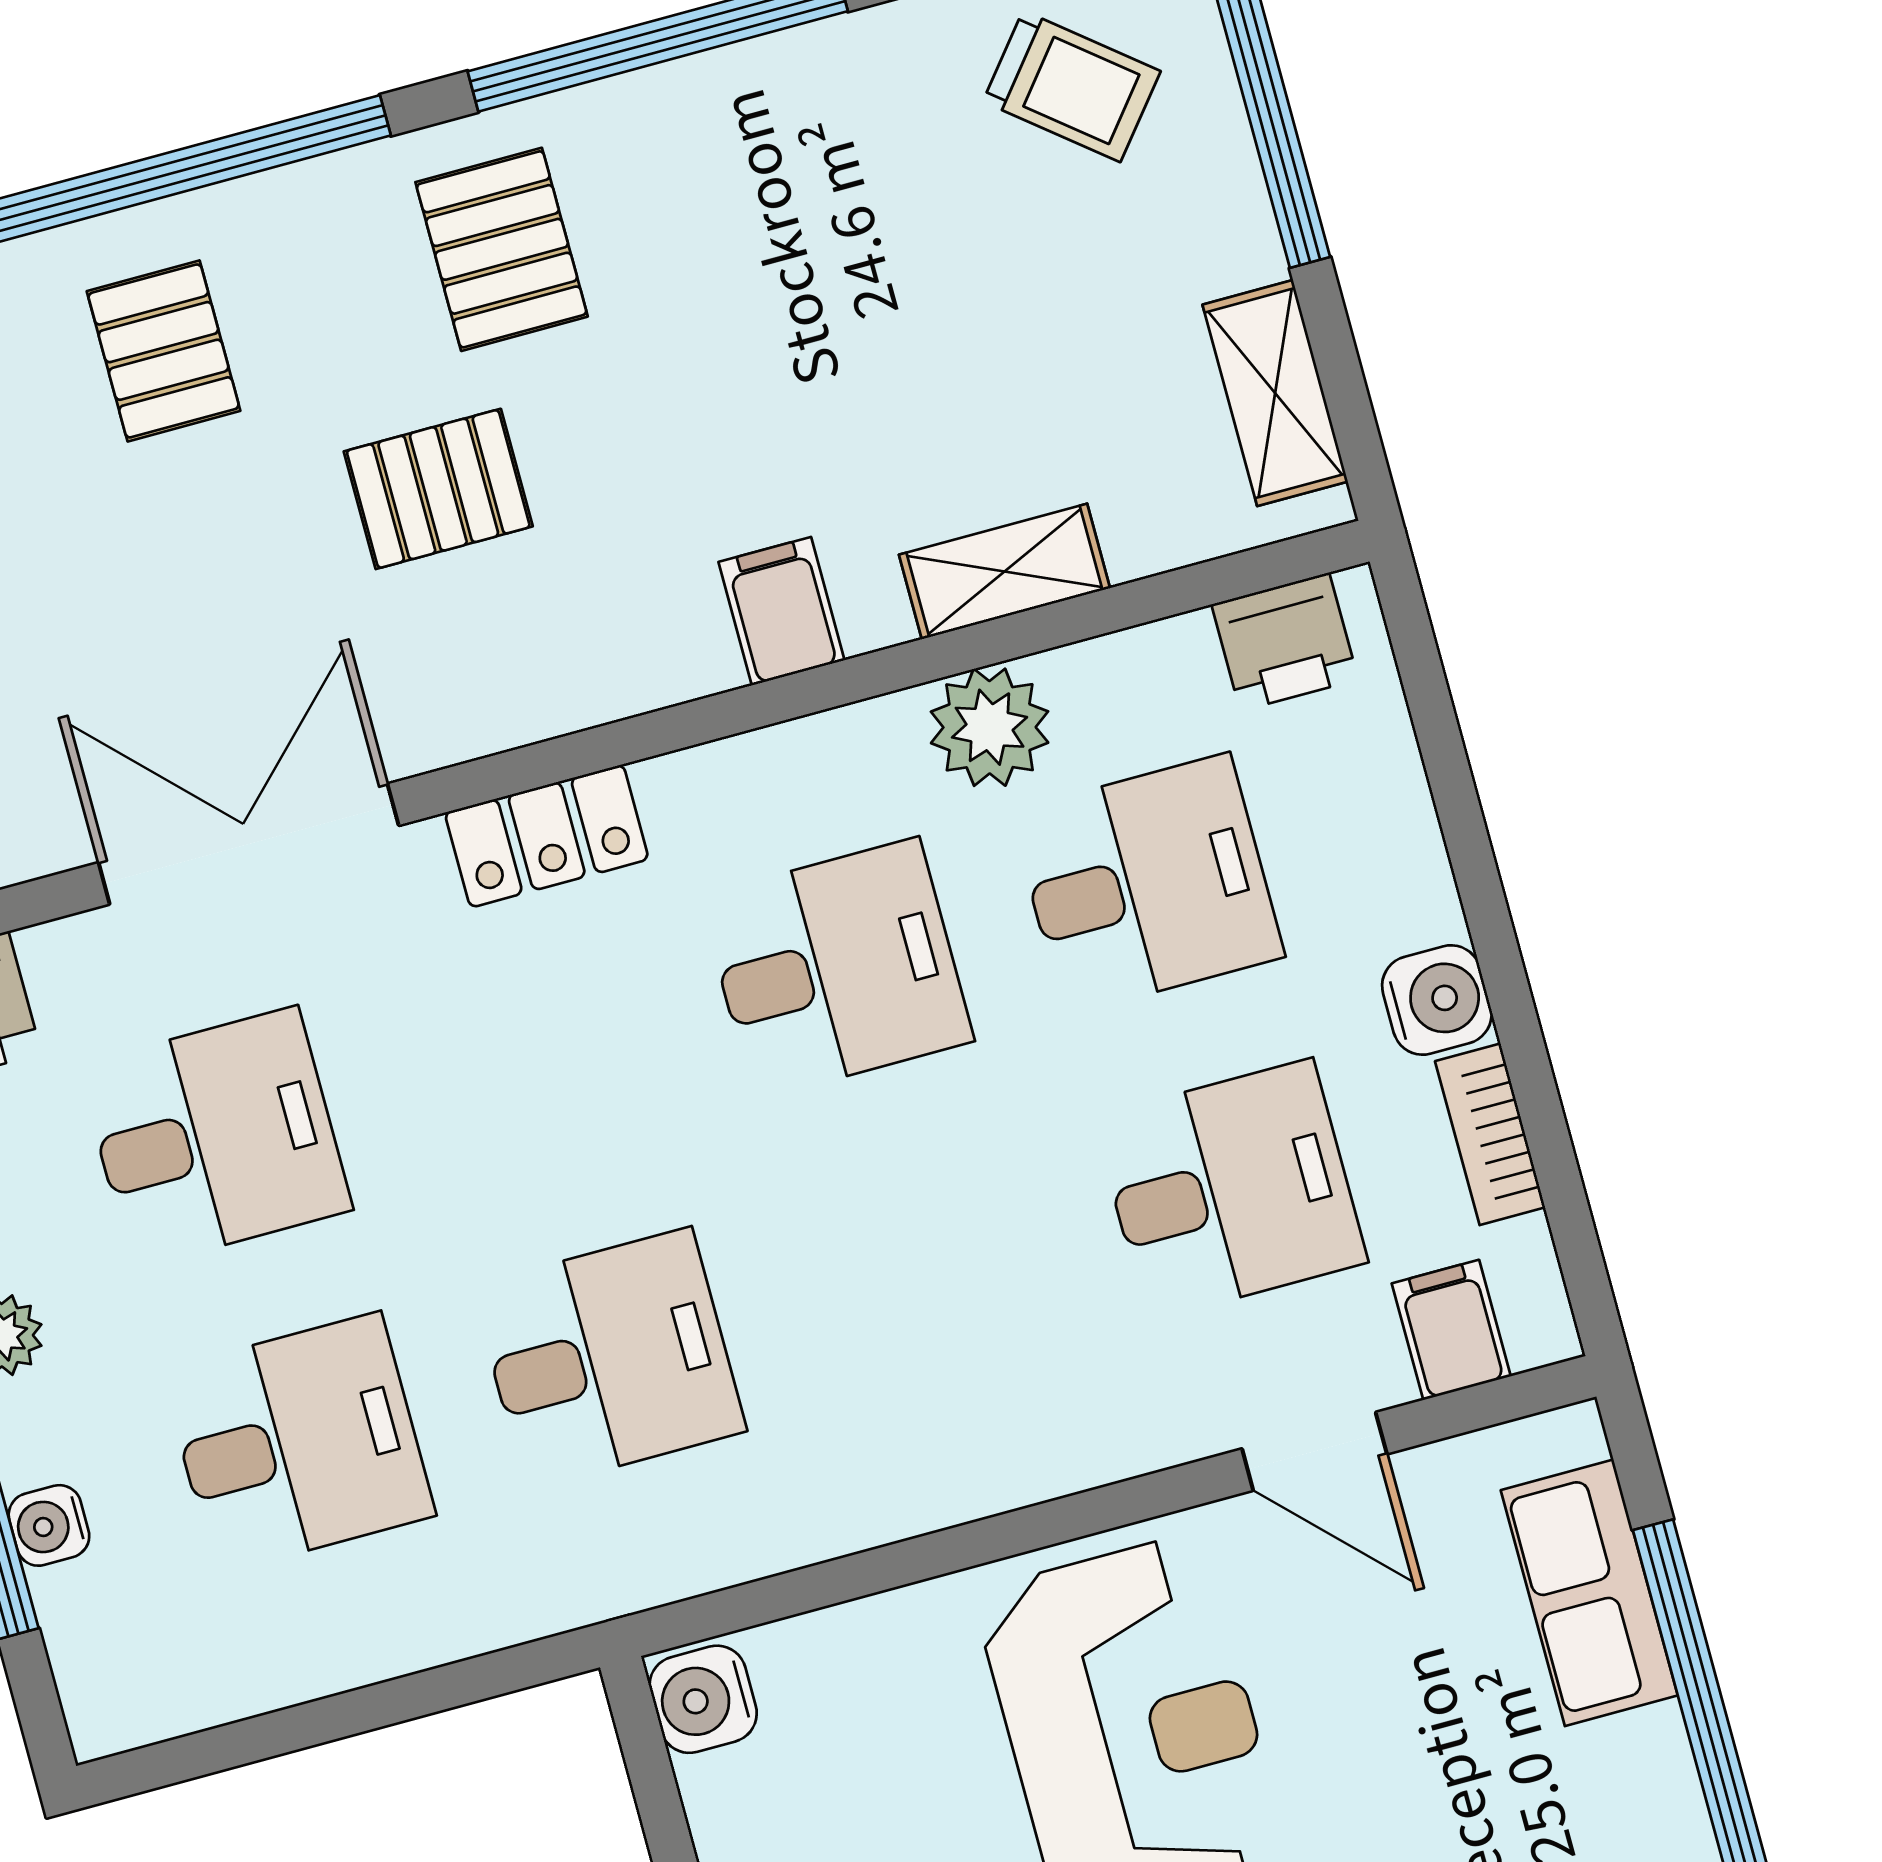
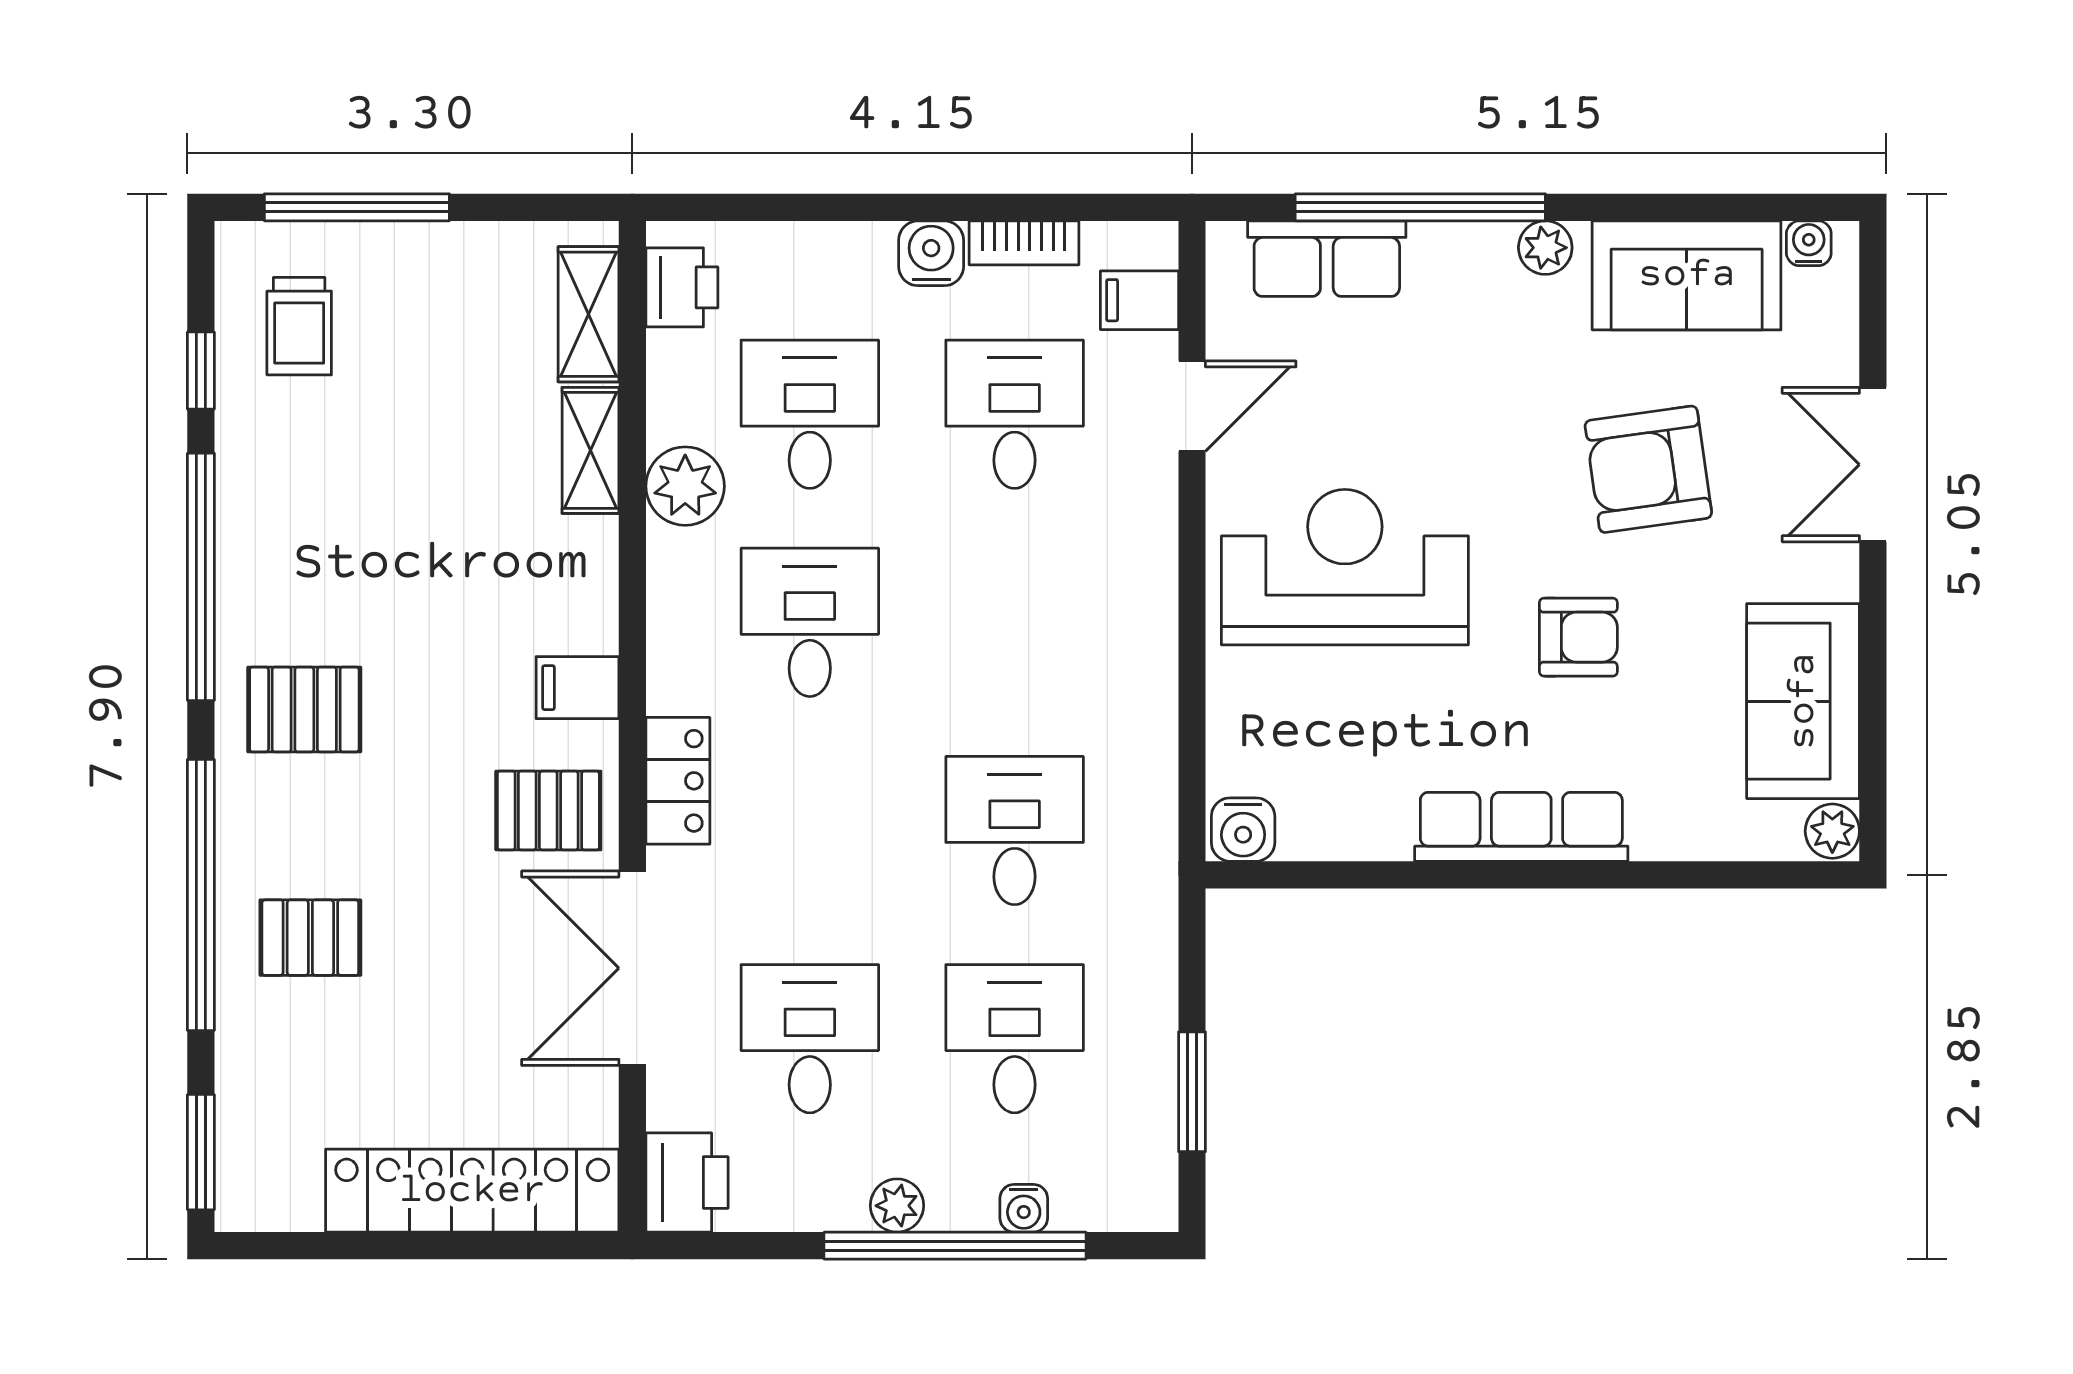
trolley: (1072, 86) -> (299, 326), turned 141
shelving: (1275, 393) -> (588, 314), moved, turned 90
pallet: (438, 489) -> (548, 811), moved, turned 90
filing cabinet: (781, 611) -> (577, 688), moved
window: (291, 1729) -> (1192, 1092), added

